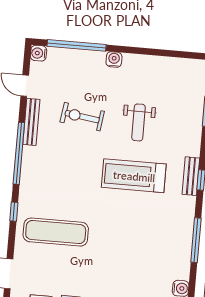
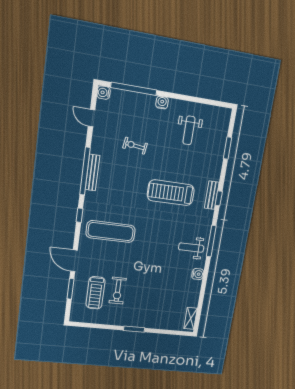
exercise bike: (82, 117) -> (135, 146), width x0.73, depth x0.72
bench: (31, 122) -> (92, 173), moved
weight bench: (139, 122) -> (189, 130), moved
weight bench: (168, 250) -> (191, 248), added

